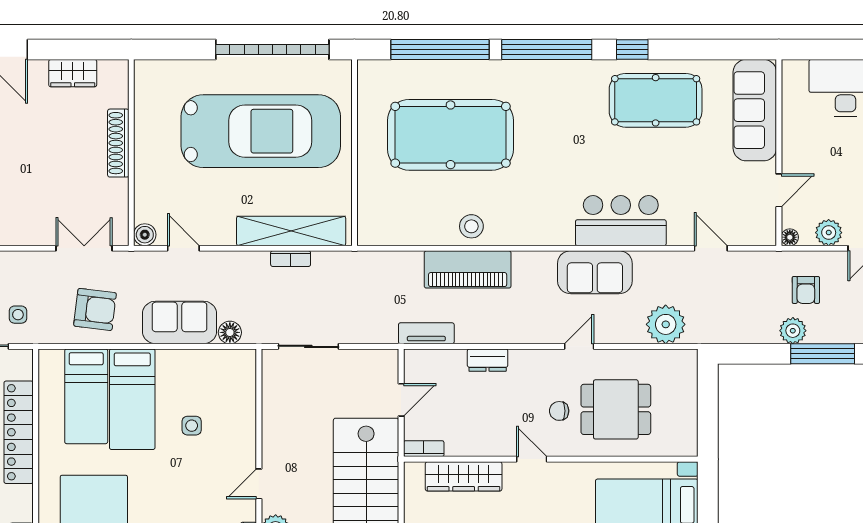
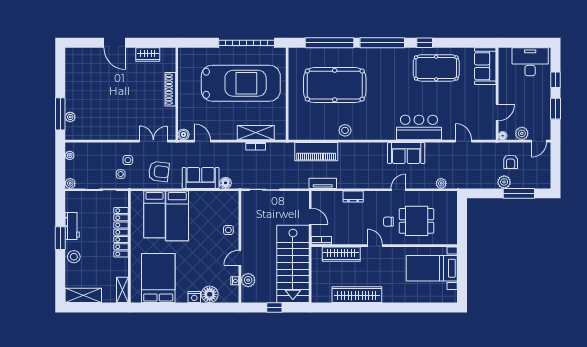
sofa: (755, 110) -> (485, 66), width x0.73
shelving: (291, 231) -> (256, 133), width x0.68
piano: (468, 269) -> (316, 152), moved
side table: (32, 286) -> (128, 160), added
plant: (666, 324) -> (441, 183), width x0.53, depth x0.53
door: (401, 400) -> (310, 216), hinge flipped
side table: (192, 426) -> (228, 230), moved

